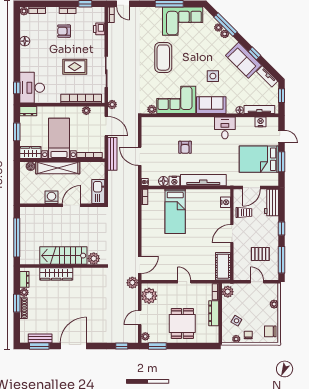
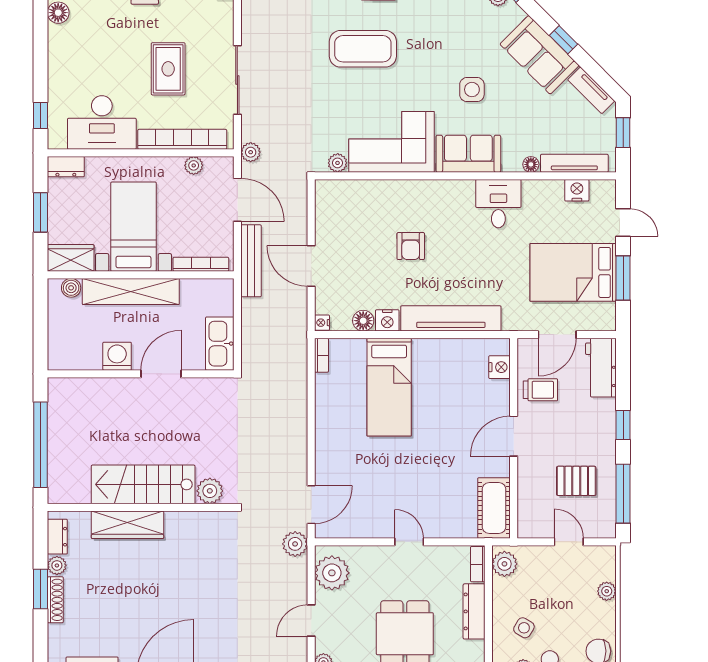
coffee table: (163, 58) -> (363, 49), turned 90
rug: (75, 67) -> (168, 69), turned 90
desk: (32, 88) -> (102, 122), moved, turned -90

